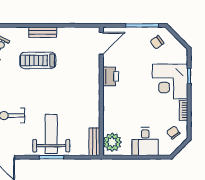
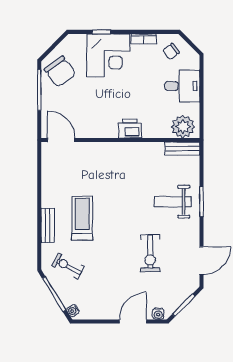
bench: (43, 32) -> (48, 225), moved
chair: (157, 42) -> (60, 72), width x1.87, depth x1.87
treadmill: (38, 60) -> (82, 218), turned 180
printer: (111, 76) -> (130, 129), moved
weight bench: (51, 134) -> (173, 202), width x0.73, depth x0.75

